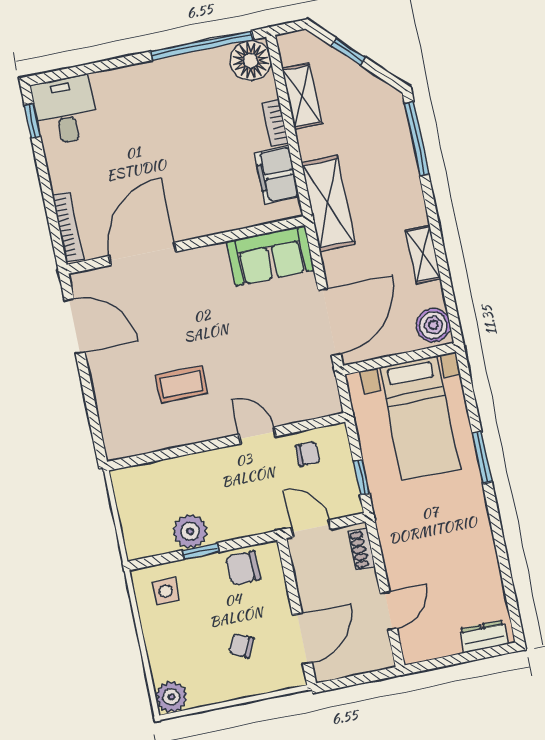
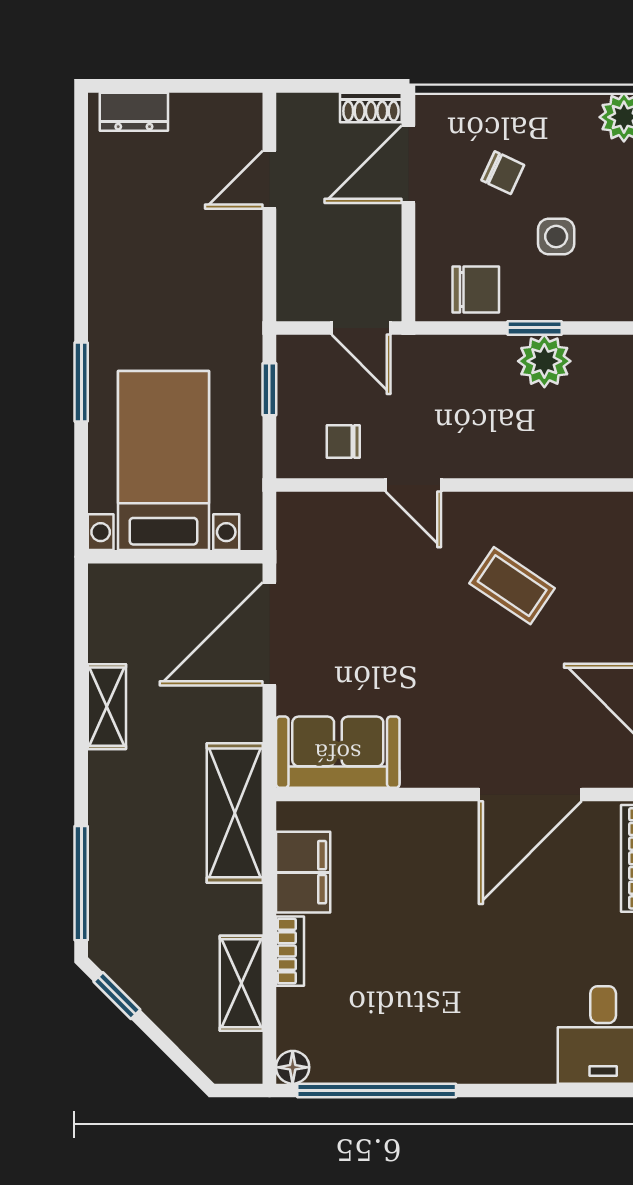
window: (348, 52) -> (117, 996), moved
floor lamp: (251, 60) -> (293, 1067), width x0.53, depth x0.53
boiler: (433, 325) -> (114, 597), removed
coffee table: (181, 384) -> (512, 586), turned 34
shoe rack: (362, 549) -> (371, 107), moved, turned 90
side table: (166, 591) -> (556, 237), moved

